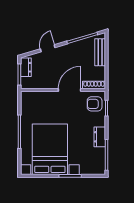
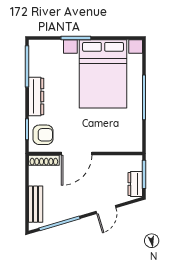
dresser: (100, 137) -> (36, 96), width x1.44

